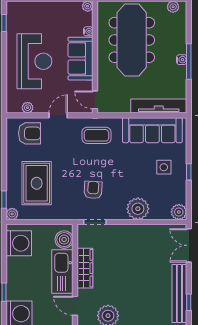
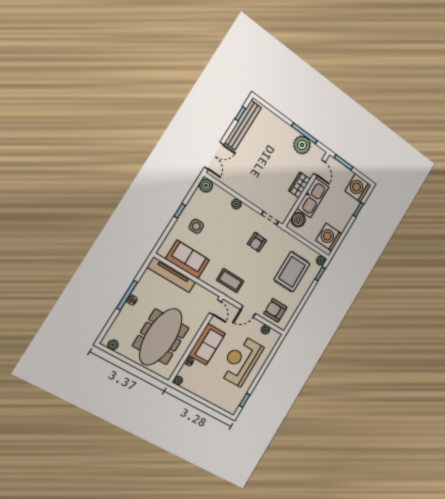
sofa: (152, 130) -> (187, 259), width x0.73
plant: (138, 209) -> (236, 204), width x0.53, depth x0.53
wardrobe: (85, 268) -> (300, 185), width x0.67

